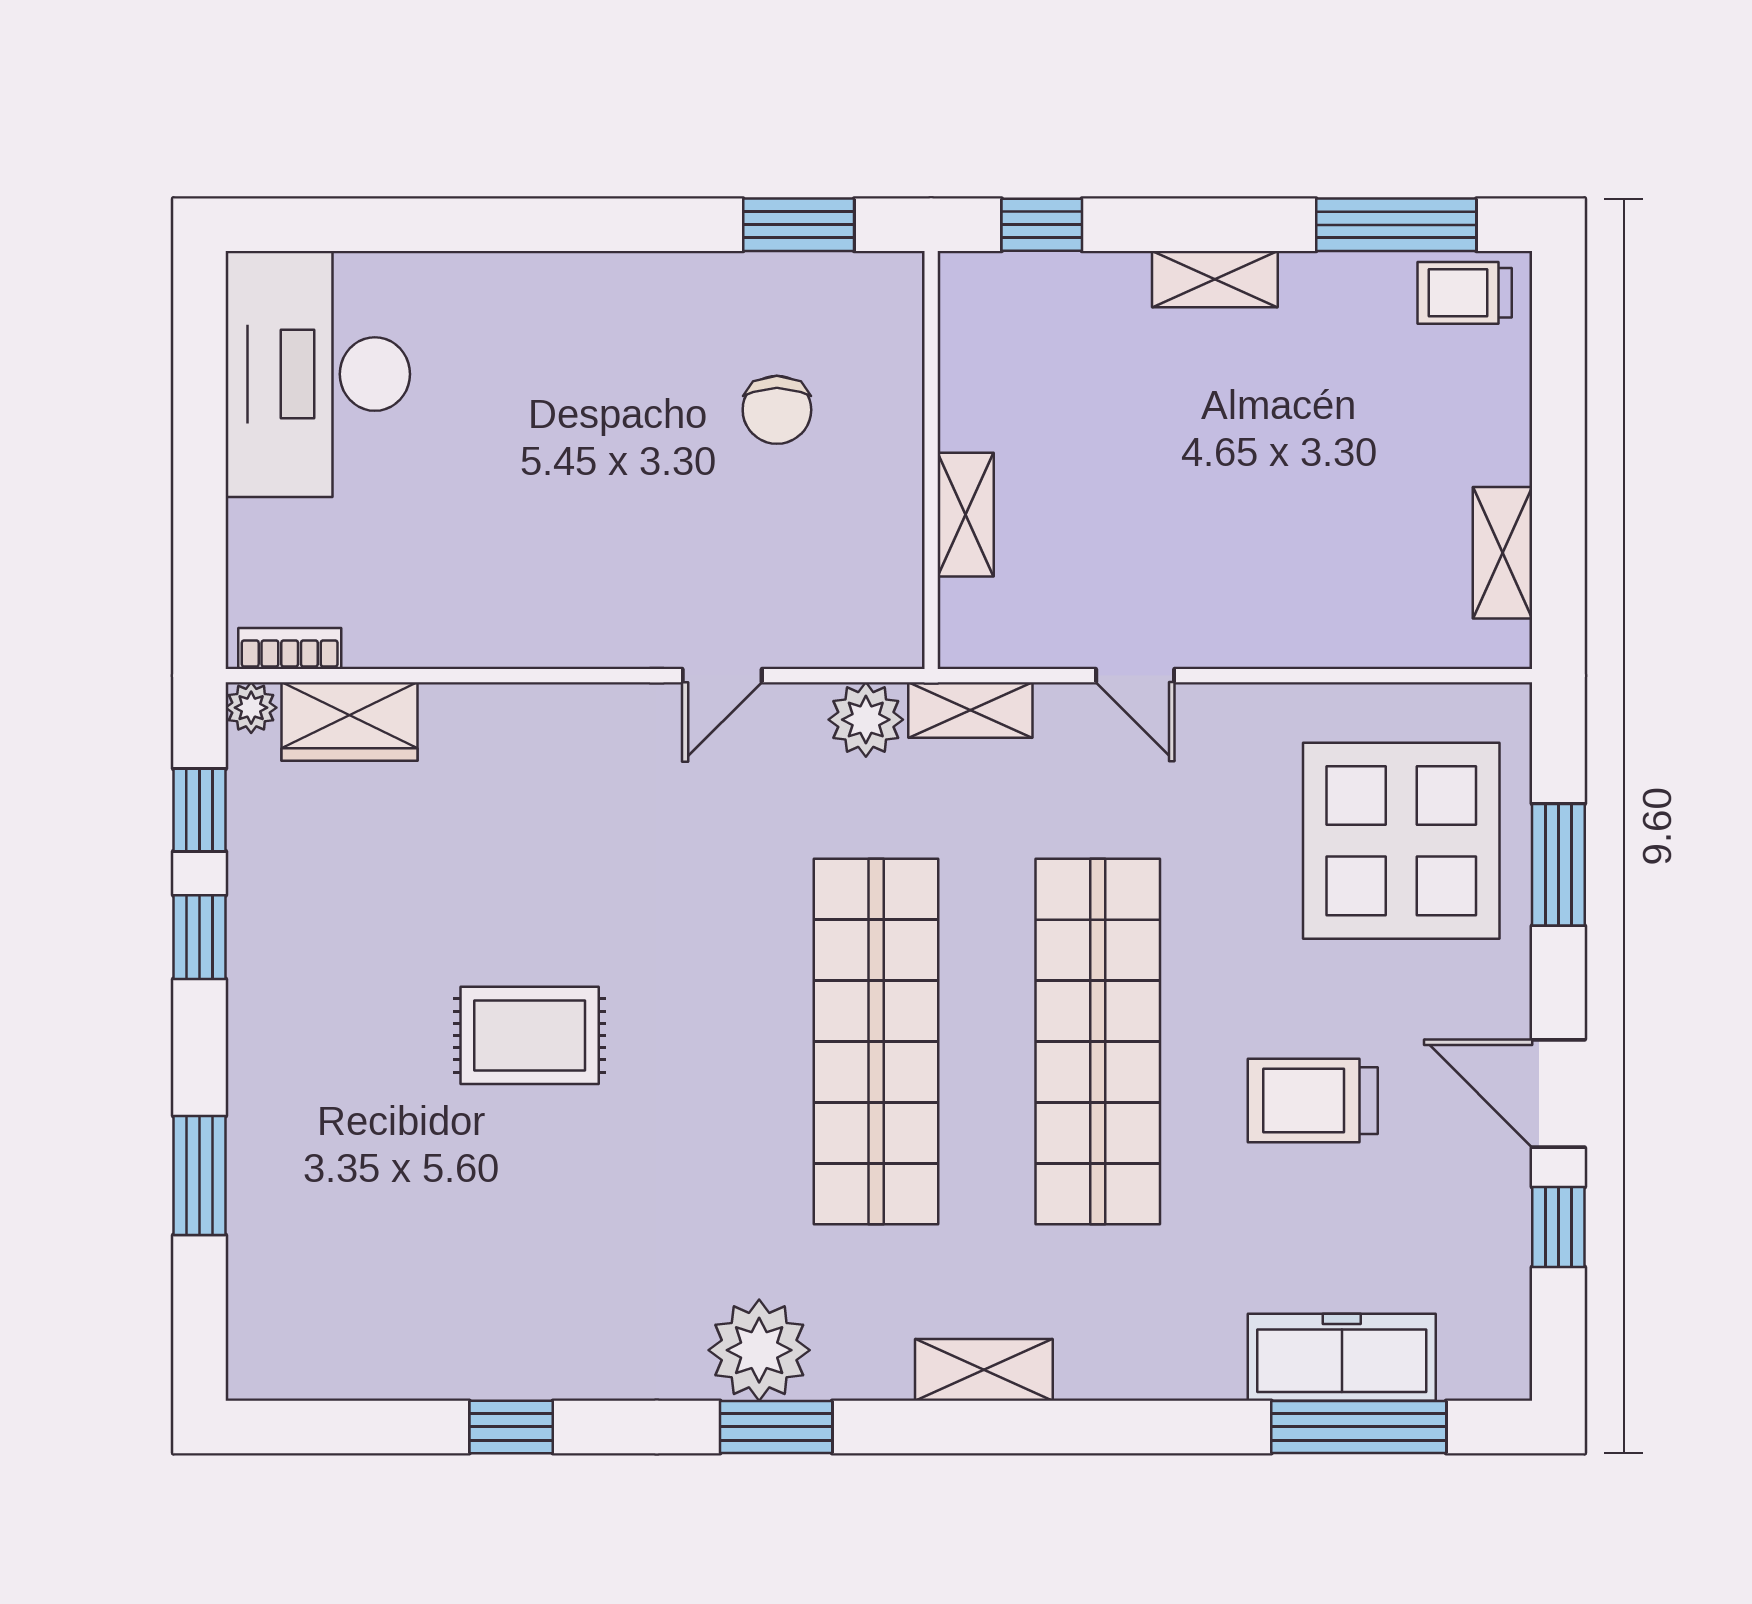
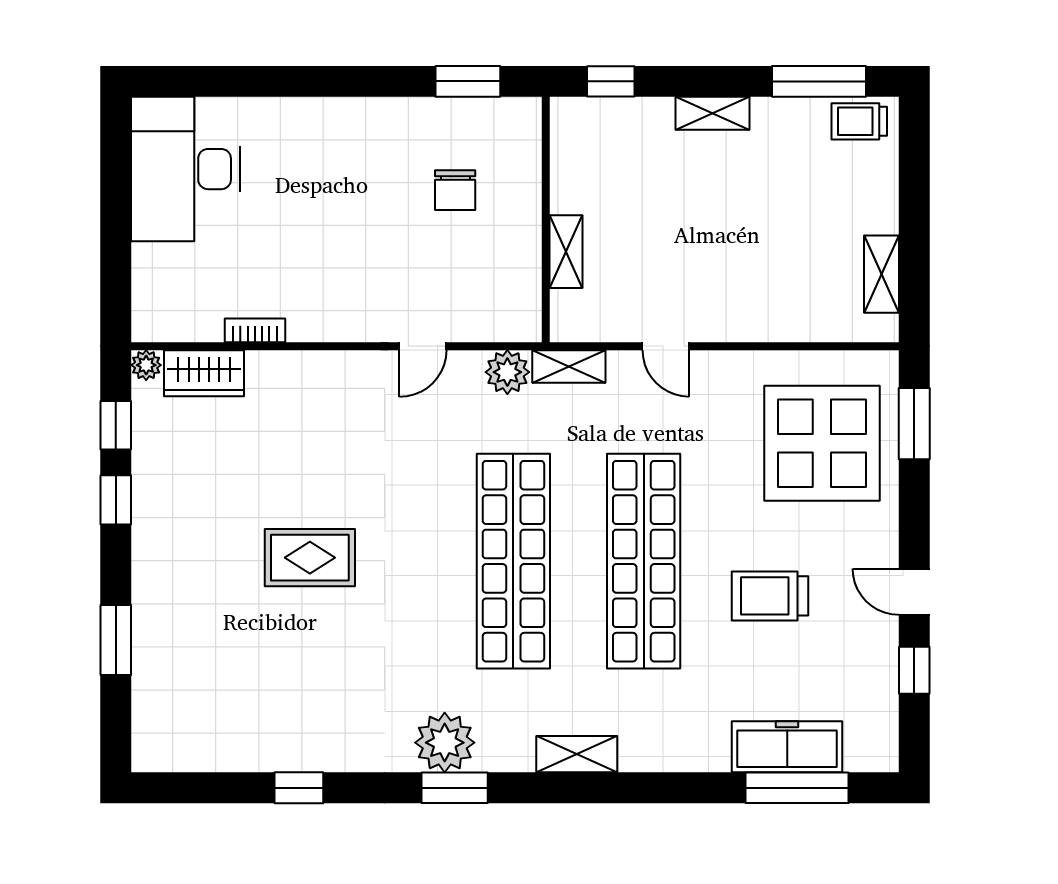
bookcase: (290, 649) -> (255, 330), moved
window: (1558, 865) -> (914, 424), moved
door: (1558, 1093) -> (914, 592), width x0.73

